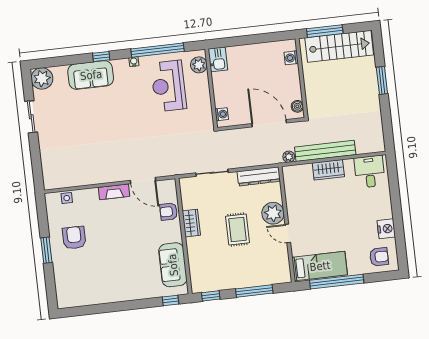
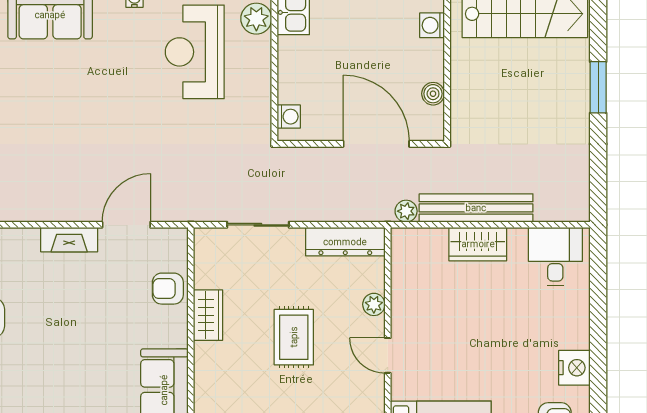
boiler: (297, 106) -> (433, 94), moved
door: (143, 181) -> (126, 225), swing flipped
plant: (273, 213) -> (374, 304), width x0.53, depth x0.53

